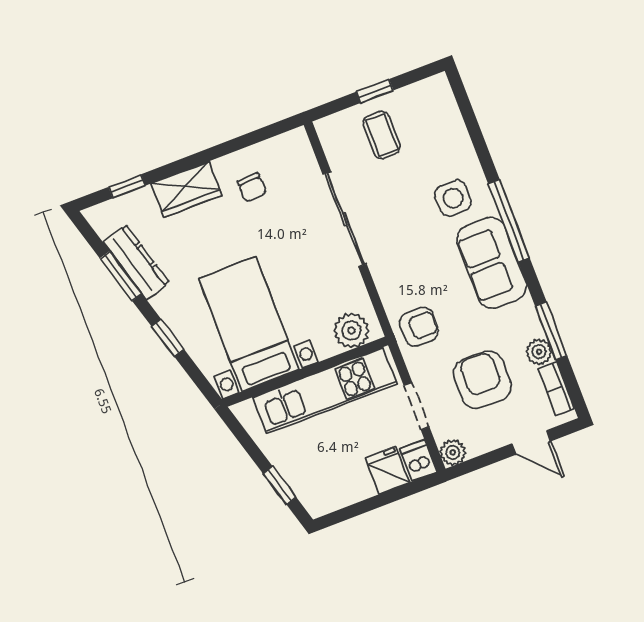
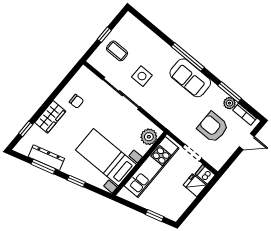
side table: (453, 198) -> (142, 76), moved
armchair: (419, 327) -> (175, 120), removed
plant: (453, 452) -> (217, 163), removed

